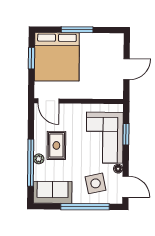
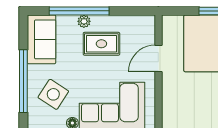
door: (48, 101) -> (158, 58), moved
side table: (96, 183) -> (53, 94), turned 45

